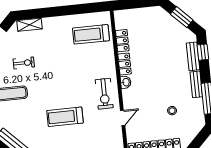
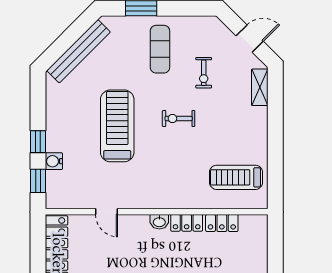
treadmill: (91, 34) -> (236, 177), turned -90
exercise bike: (104, 94) -> (179, 119), moved, width x0.73, depth x0.72
treadmill: (65, 117) -> (117, 126), width x1.37, depth x1.38

